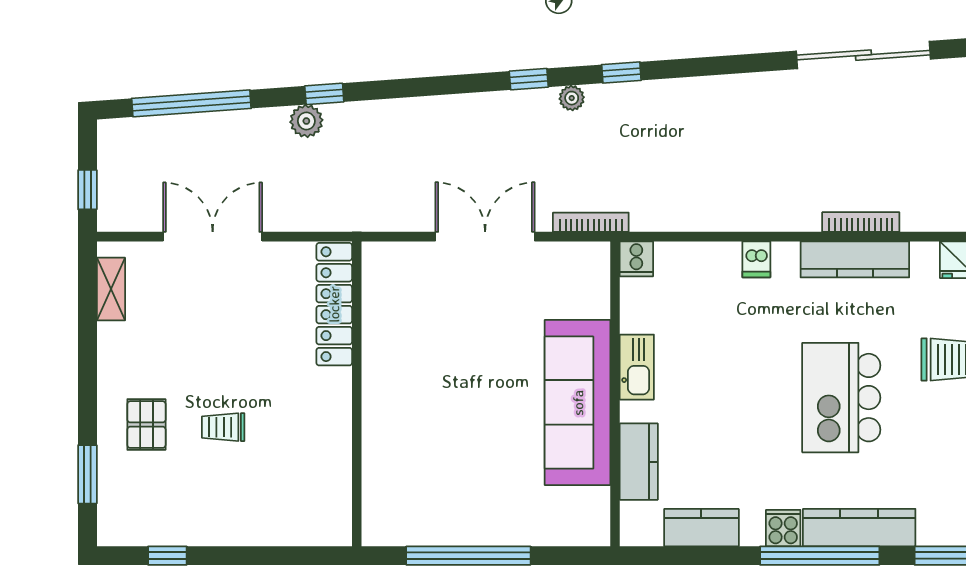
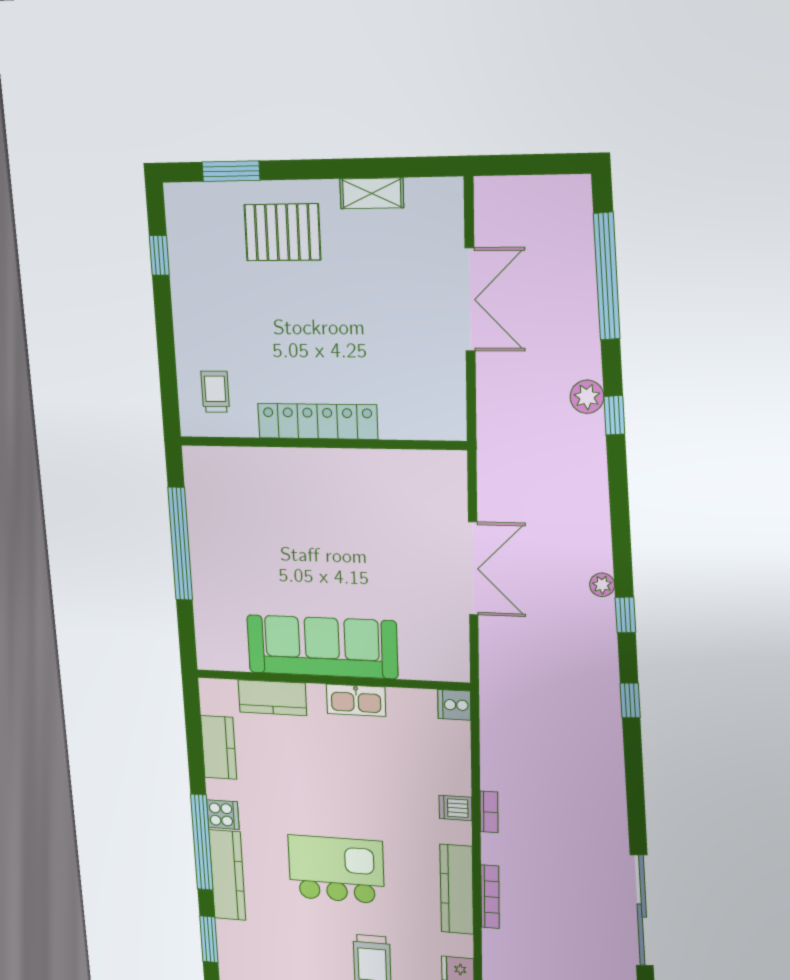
plant: (572, 98) -> (602, 585), moved
window: (87, 190) -> (517, 165), removed
bookcase: (591, 222) -> (489, 812), moved, width x0.64
shelving: (111, 289) -> (372, 193), moved
locker: (334, 304) -> (318, 421), moved
pallet: (146, 425) -> (282, 232), width x1.50, depth x1.42
trolley: (223, 427) -> (215, 392), moved

